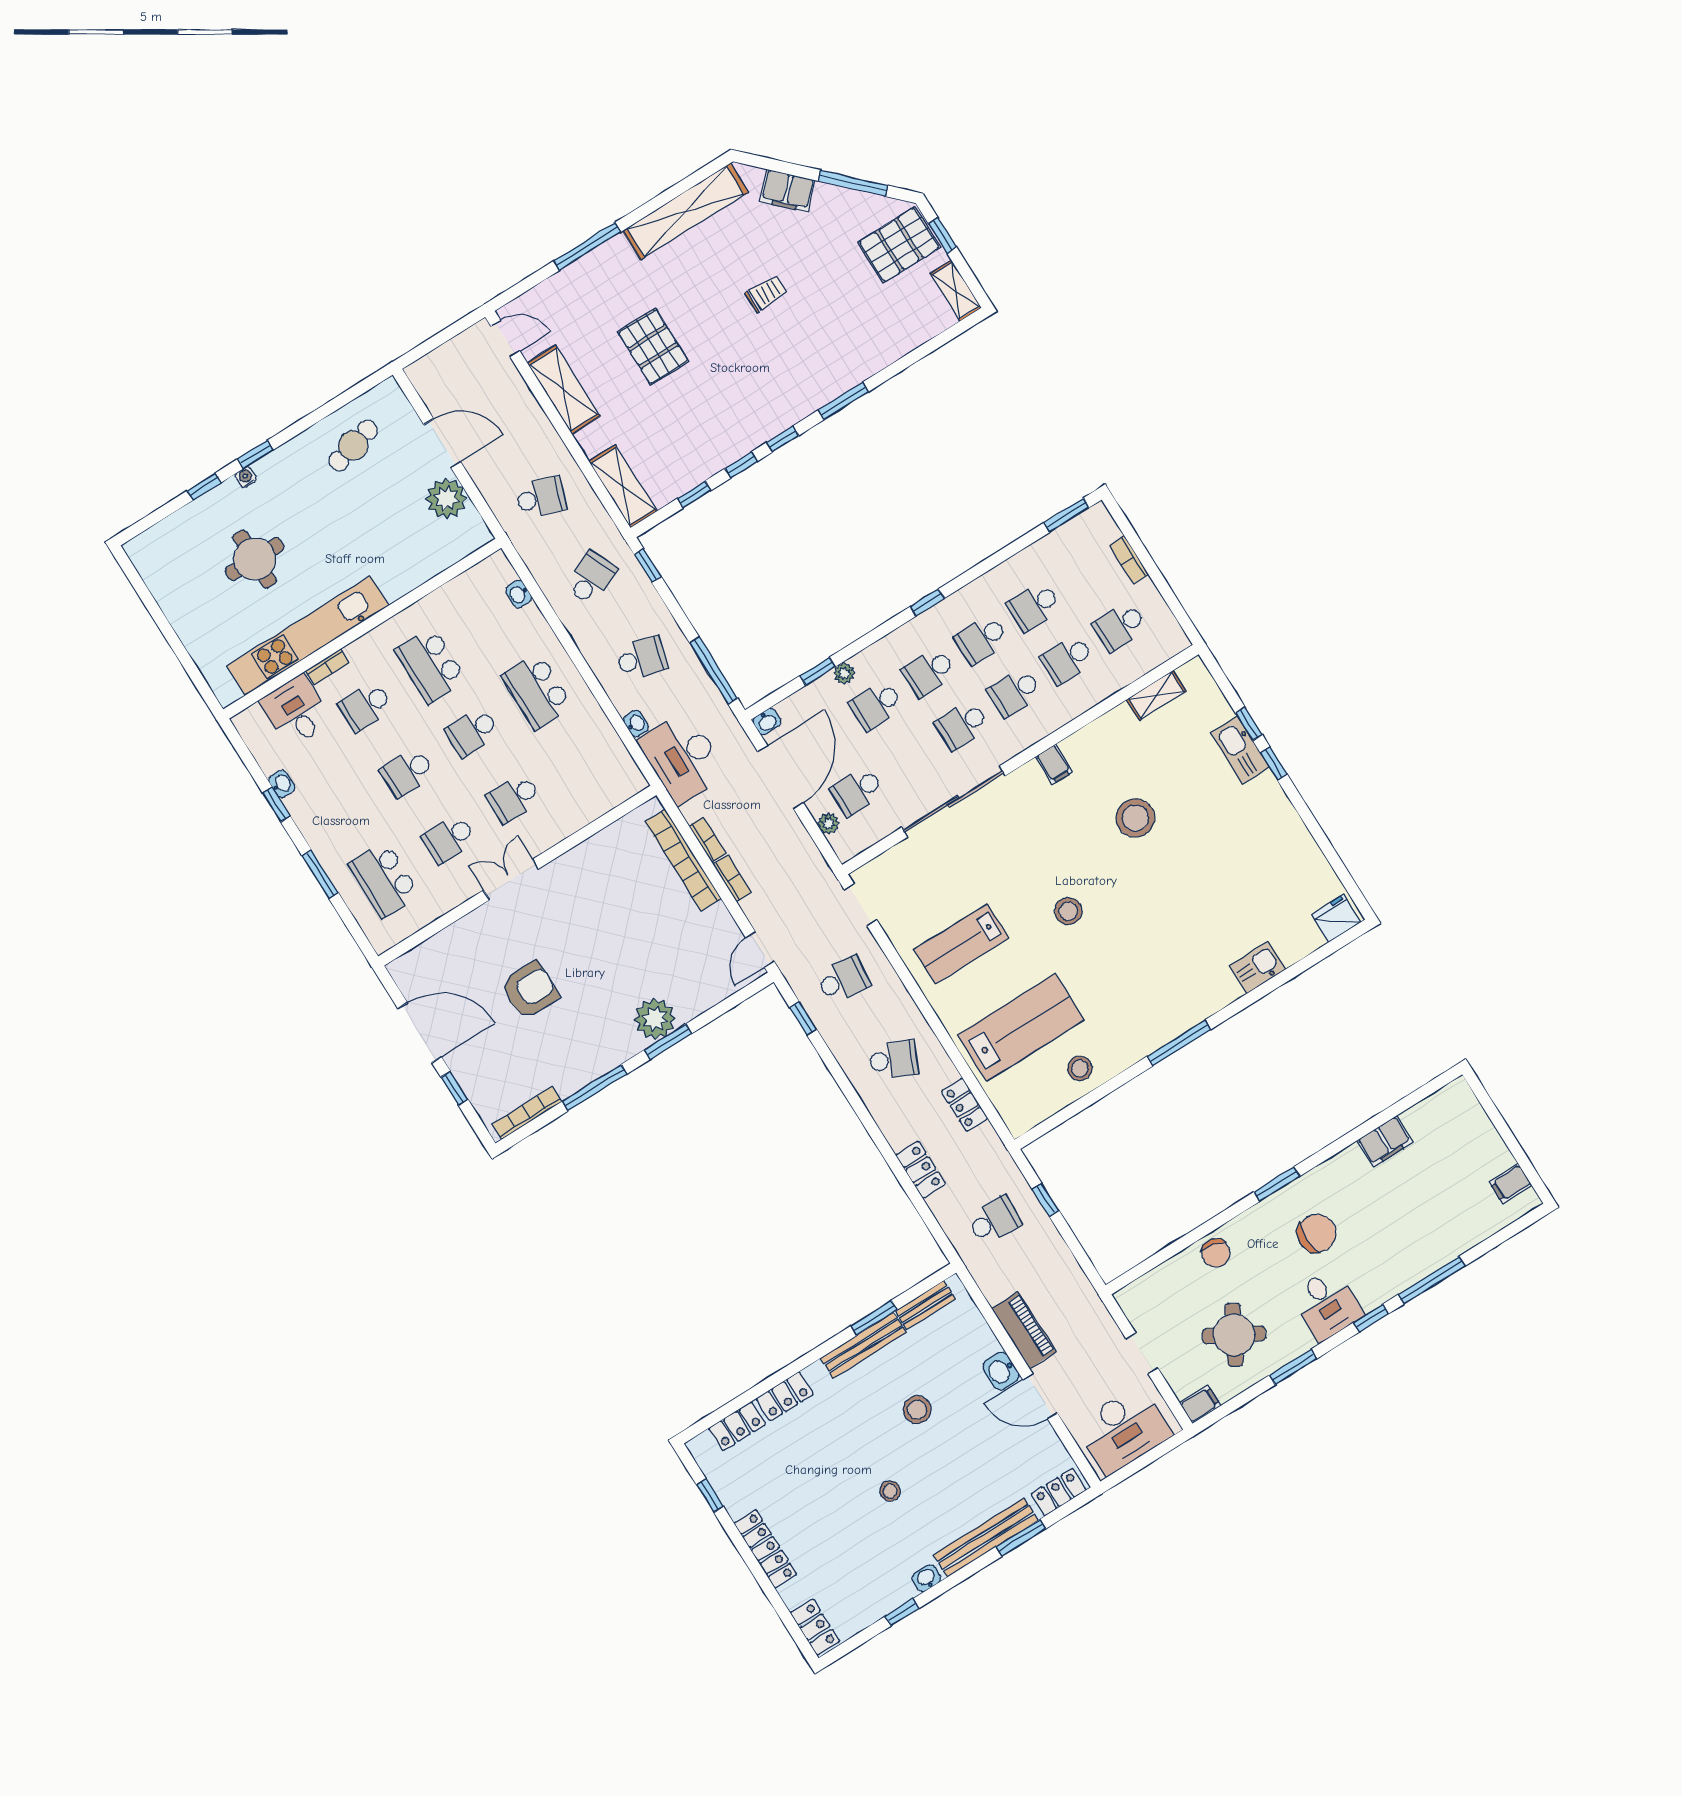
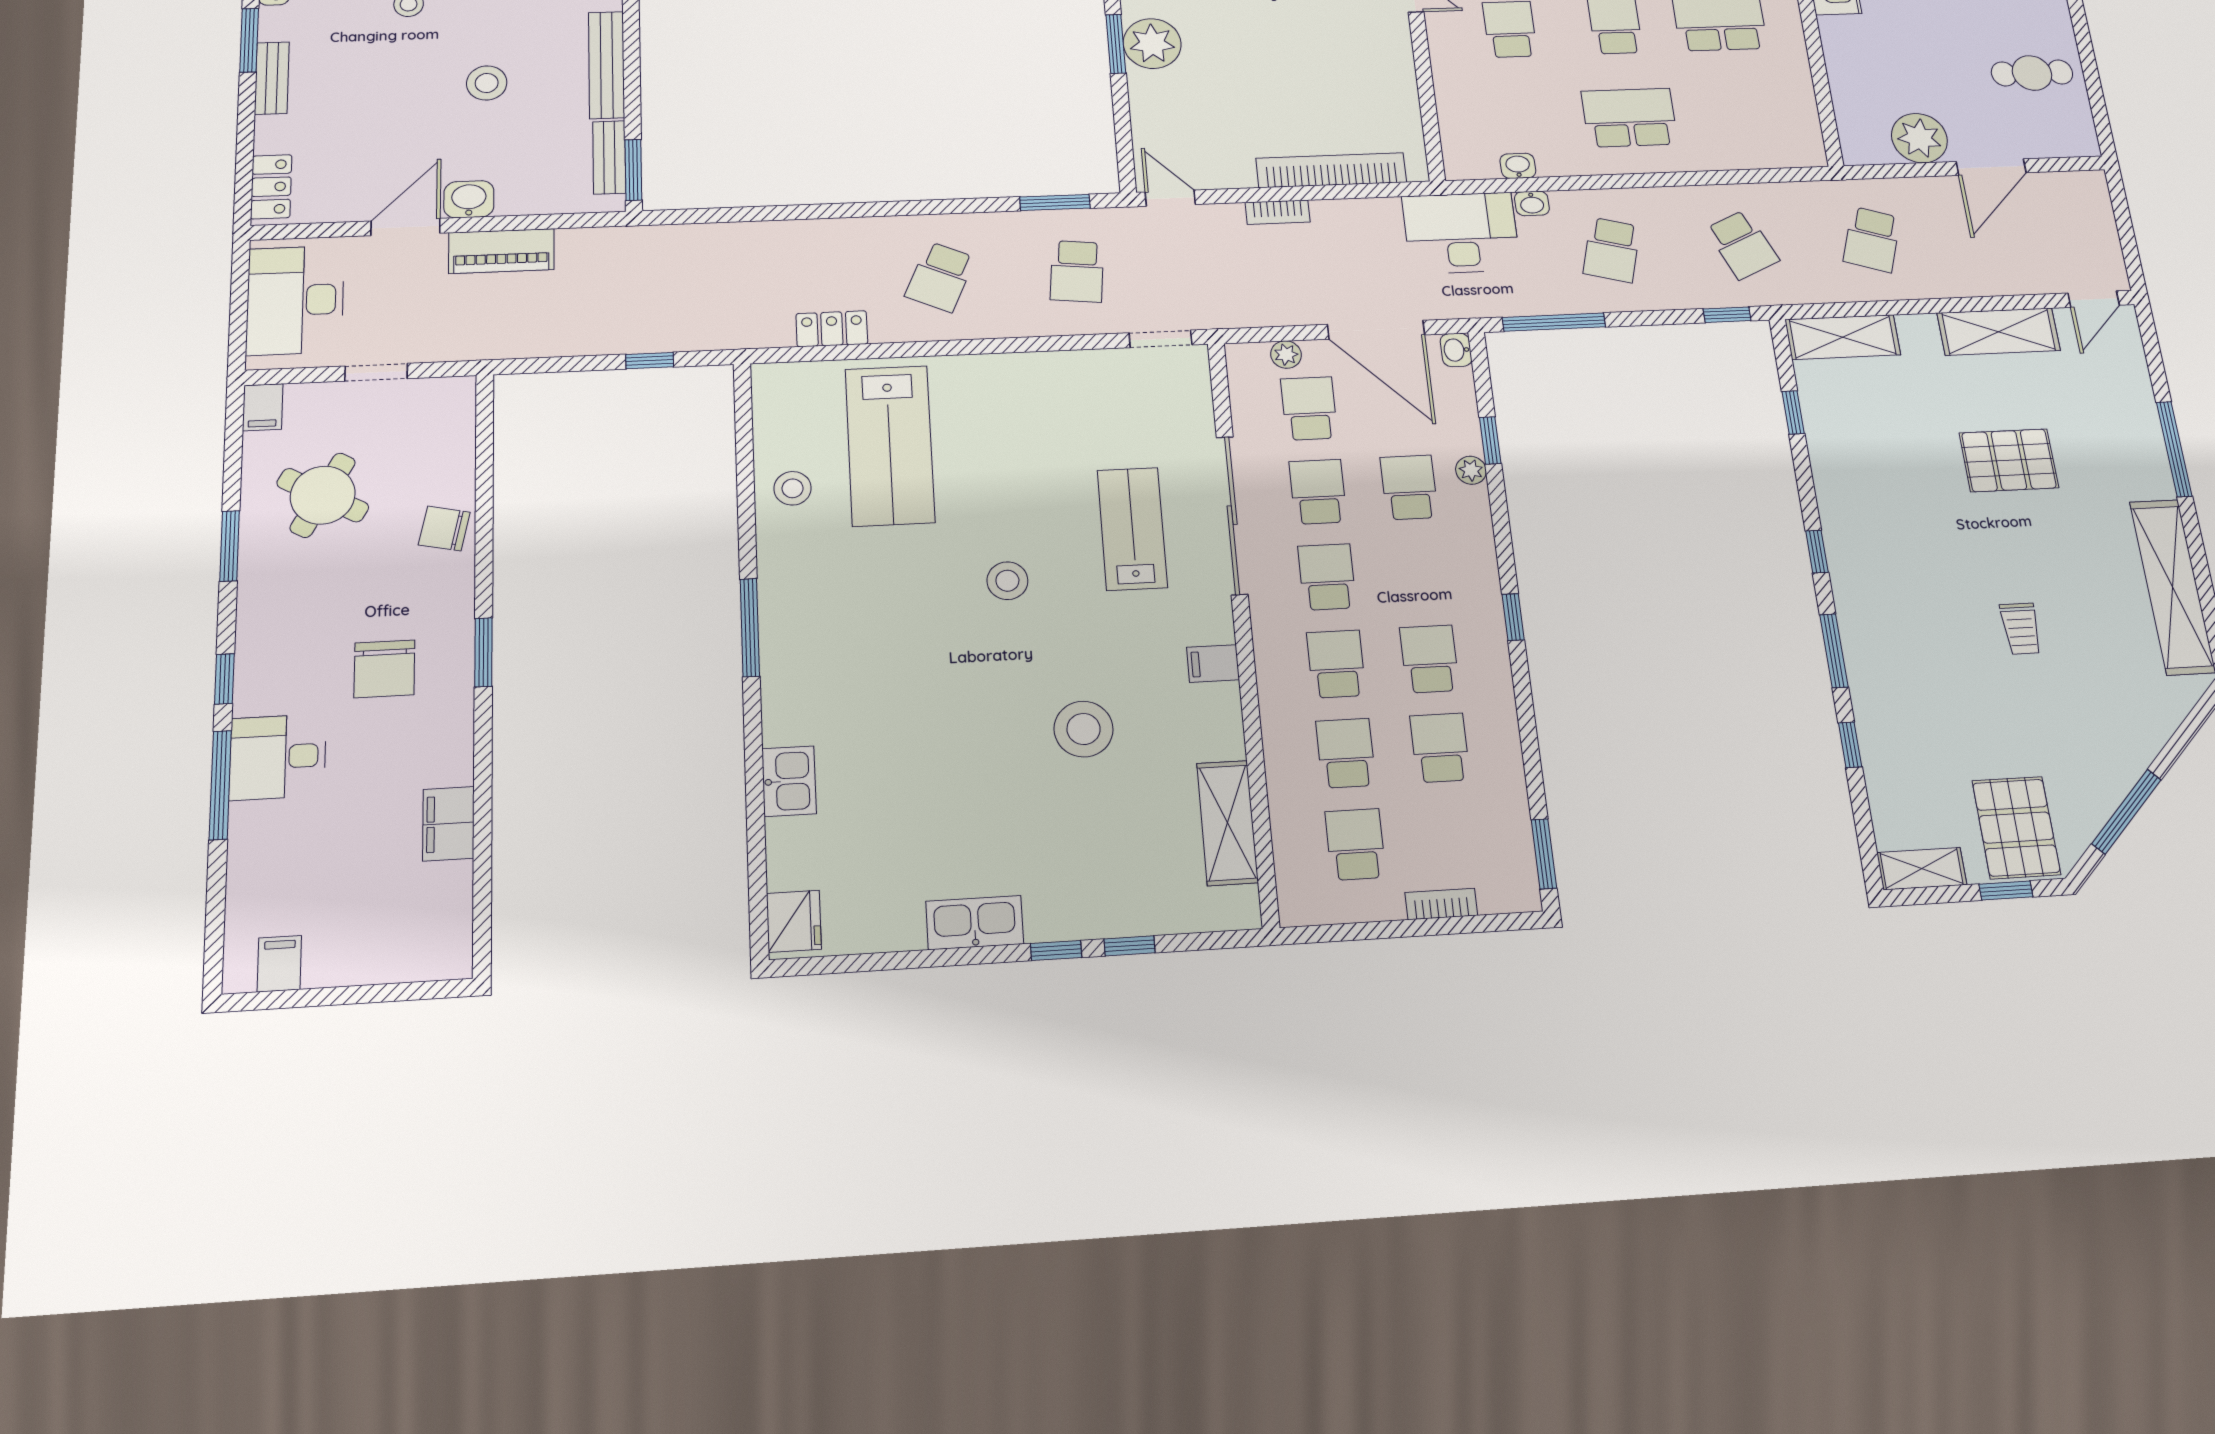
filing cabinet: (787, 191) -> (2149, 724), removed
cafe table: (353, 446) -> (2032, 73), turned -75
window: (741, 465) -> (1850, 745), moved
washbasin: (519, 594) -> (1518, 166), moved
school desk: (929, 672) -> (1318, 492), moved
shelving: (1156, 695) -> (1227, 823), width x1.50, depth x1.33
kitchen sink: (1240, 750) -> (975, 923), moved
bookcase: (708, 840) -> (1342, 209), removed
lab bench: (961, 944) -> (1132, 529), moved
window: (803, 1018) -> (1055, 203), width x1.50
locker: (921, 1170) -> (782, 237), removed
school desk: (994, 1220) -> (663, 288), removed
desk: (1327, 1304) -> (278, 757), moved
window: (874, 1318) -> (633, 170), moved
bench: (986, 1538) -> (272, 78), width x0.54, depth x0.82
window: (1021, 1538) -> (249, 40), moved

